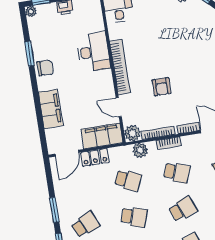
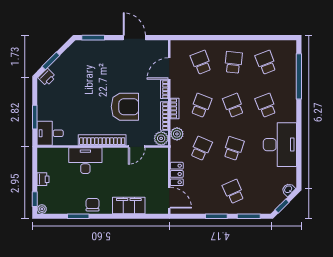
armchair: (162, 87) -> (125, 107), width x1.88, depth x1.88
filing cabinet: (102, 136) -> (159, 165), removed

